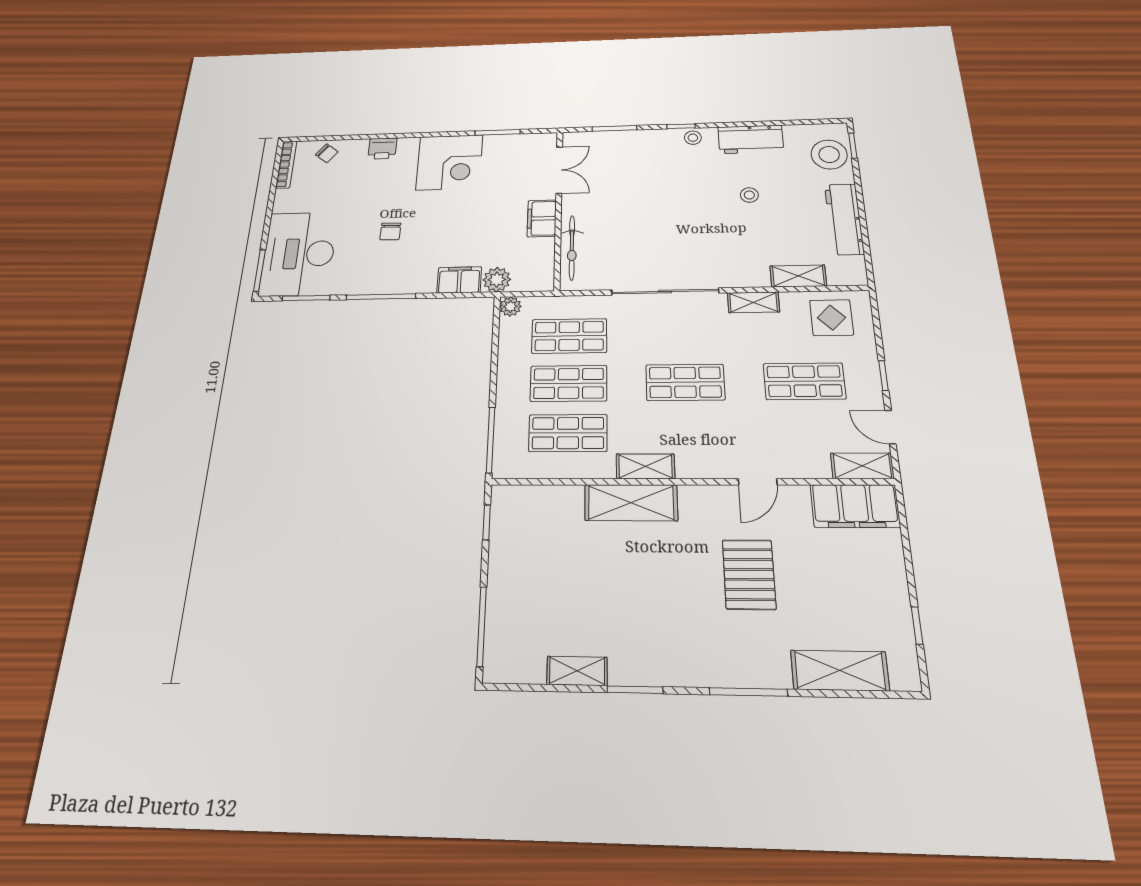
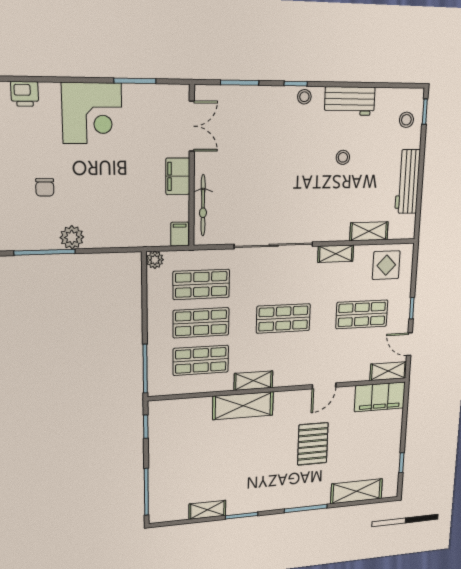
stool: (829, 155) -> (406, 120), width x0.53, depth x0.53
filing cabinet: (459, 280) -> (180, 234), moved, width x0.50
plant: (497, 280) -> (72, 237), moved

